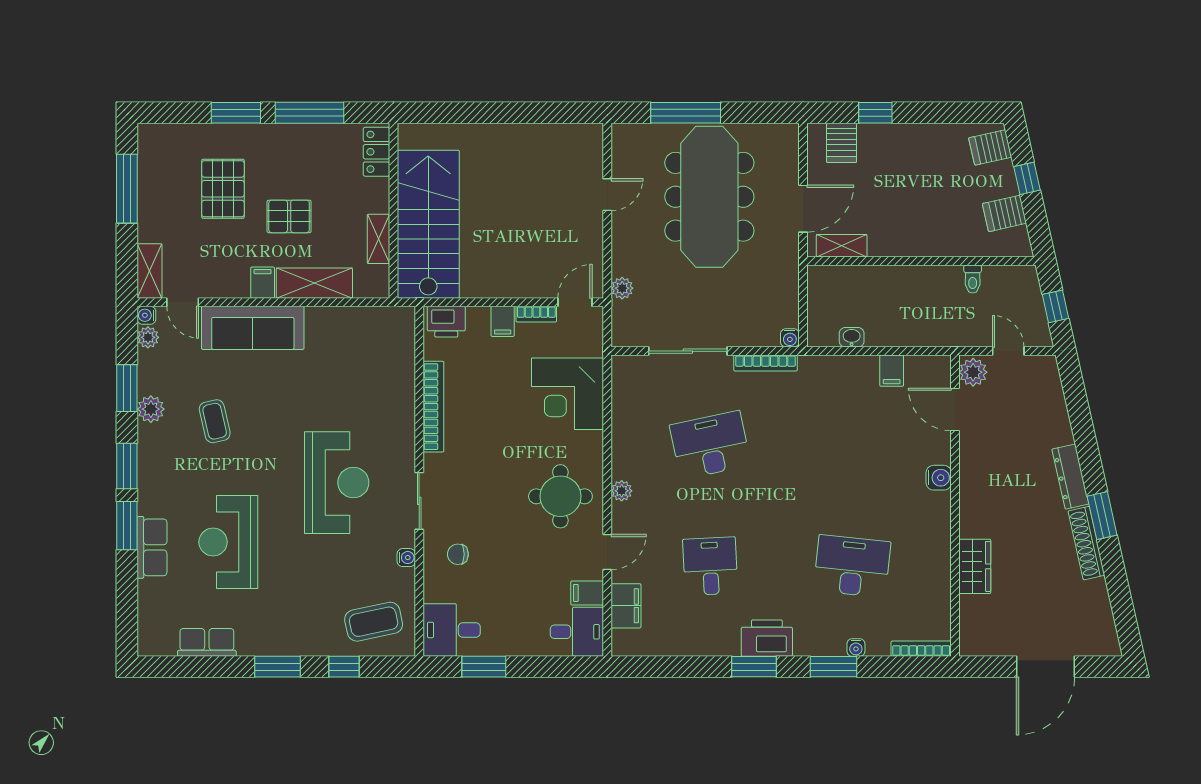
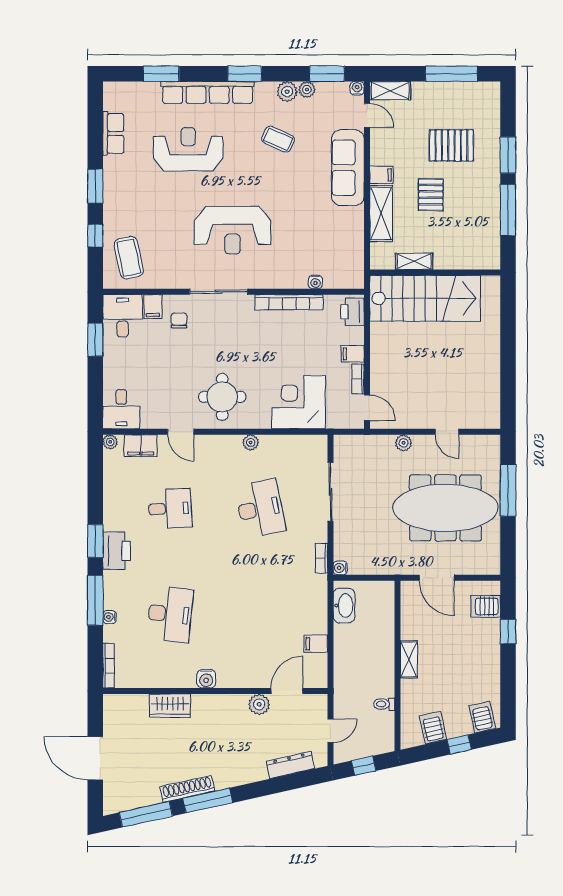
locker: (376, 152) -> (479, 260), removed
shelving: (842, 246) -> (409, 659), moved
plant: (622, 288) -> (404, 443), moved
door: (183, 302) -> (367, 115), swing flipped
plant: (148, 337) -> (307, 90), moved
washbasin: (852, 337) -> (344, 606), width x1.91, depth x1.45
bookcase: (766, 363) -> (322, 558), width x0.64
plant: (973, 372) -> (259, 704), moved
window: (127, 388) -> (327, 74), moved
coffee table: (215, 421) -> (278, 139), turned 37
dresser: (1070, 477) -> (290, 765), moved
water cooler: (939, 478) -> (206, 679), moved
plant: (622, 491) -> (251, 442), moved
sliding door: (419, 501) -> (219, 292), width x1.37
window: (1102, 516) -> (208, 801), width x1.44
window: (127, 526) -> (161, 74), moved
row of seats: (152, 547) -> (208, 92), width x2.02
water cooler: (406, 558) -> (315, 282), moved
filing cabinet: (587, 593) -> (153, 307), moved, turned 180
window: (1121, 599) -> (146, 814), added
plant: (621, 647) -> (110, 442), added
window: (833, 667) -> (95, 600), width x1.44

